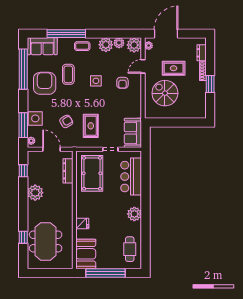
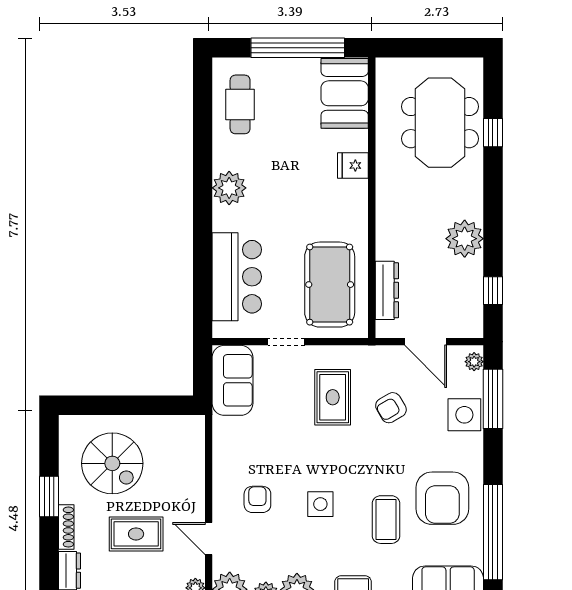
door: (143, 66) -> (209, 539), swing flipped
spiral stairs: (165, 93) -> (112, 463), moved

